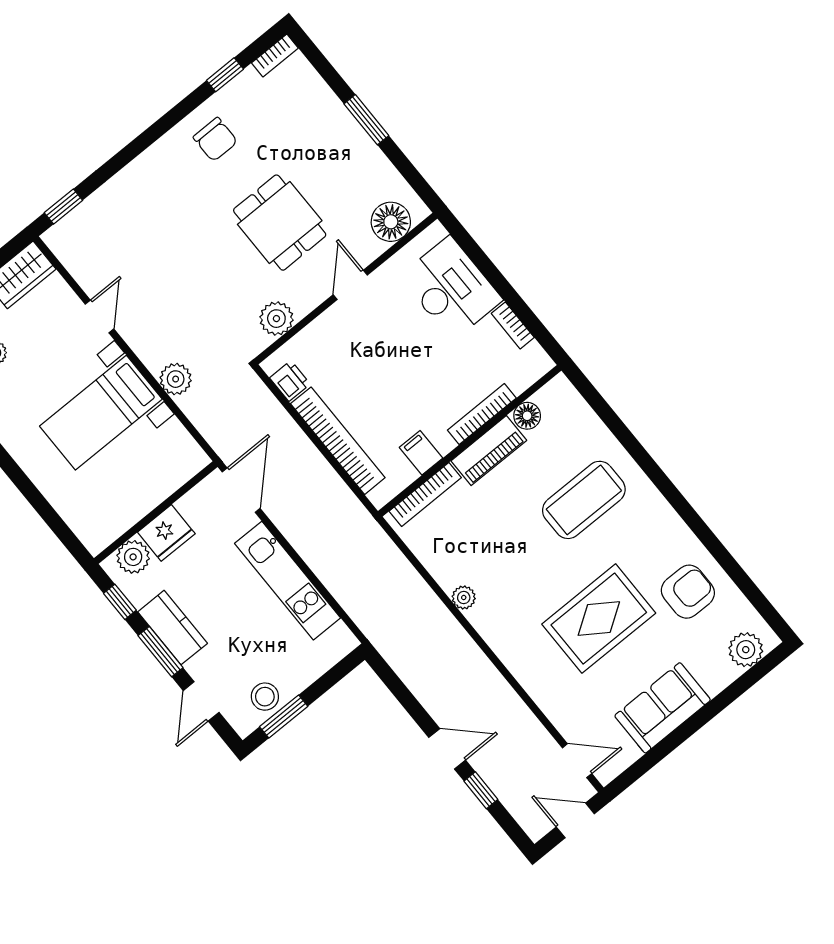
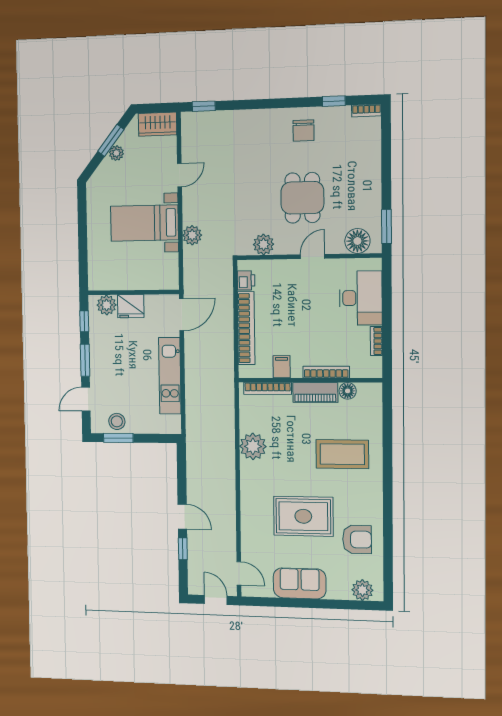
window: (366, 120) -> (386, 227), moved
plant: (464, 598) -> (253, 446), width x1.88, depth x1.88
kitchen counter: (173, 628) -> (99, 354), removed

